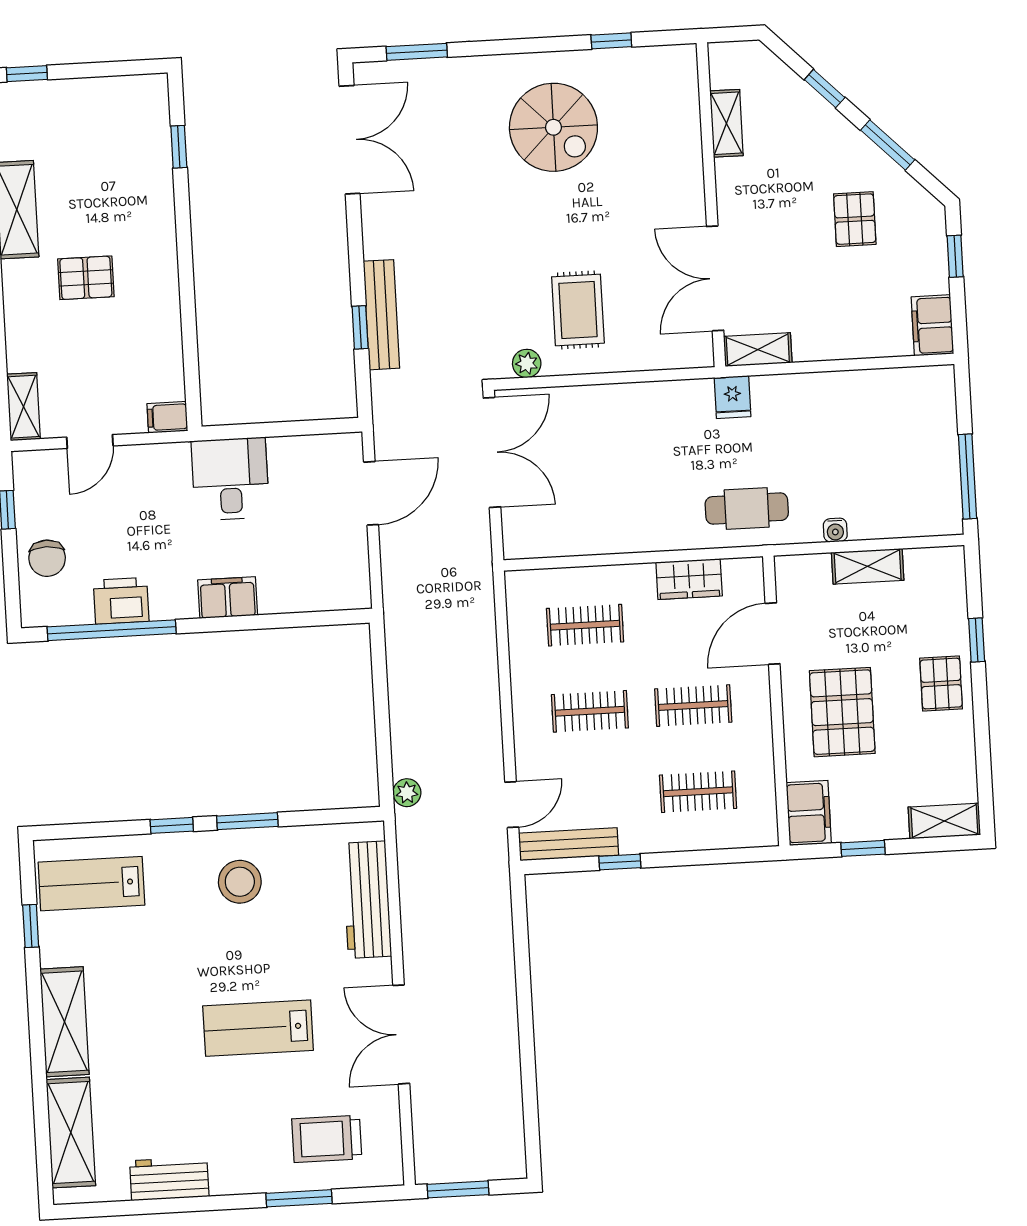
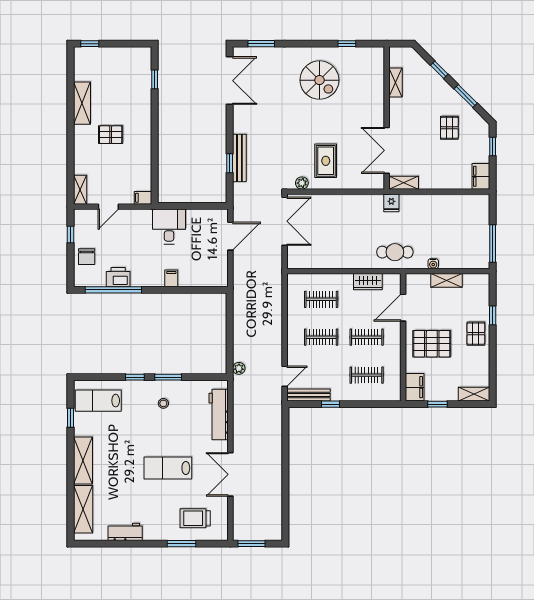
filing cabinet: (228, 598) -> (171, 278), width x0.50
pallet: (842, 712) -> (432, 344), turned 90
stool: (240, 882) -> (163, 403), width x0.53, depth x0.53

